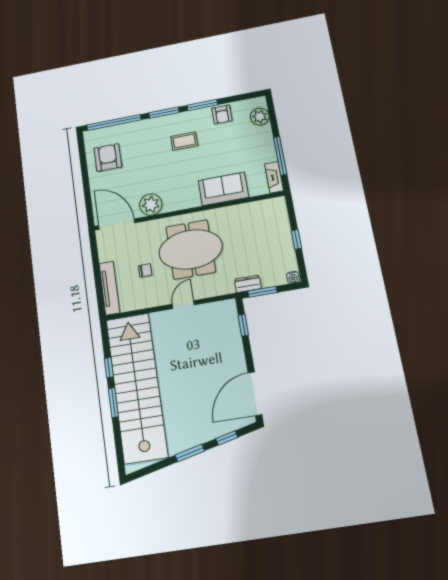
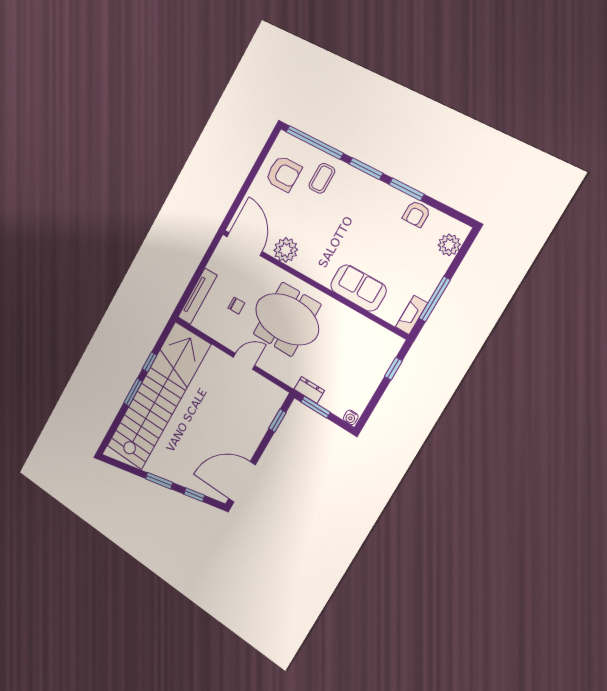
coffee table: (184, 141) -> (322, 178), moved, turned 90
armchair: (108, 157) -> (283, 174), turned 90
window: (296, 239) -> (393, 369), moved

